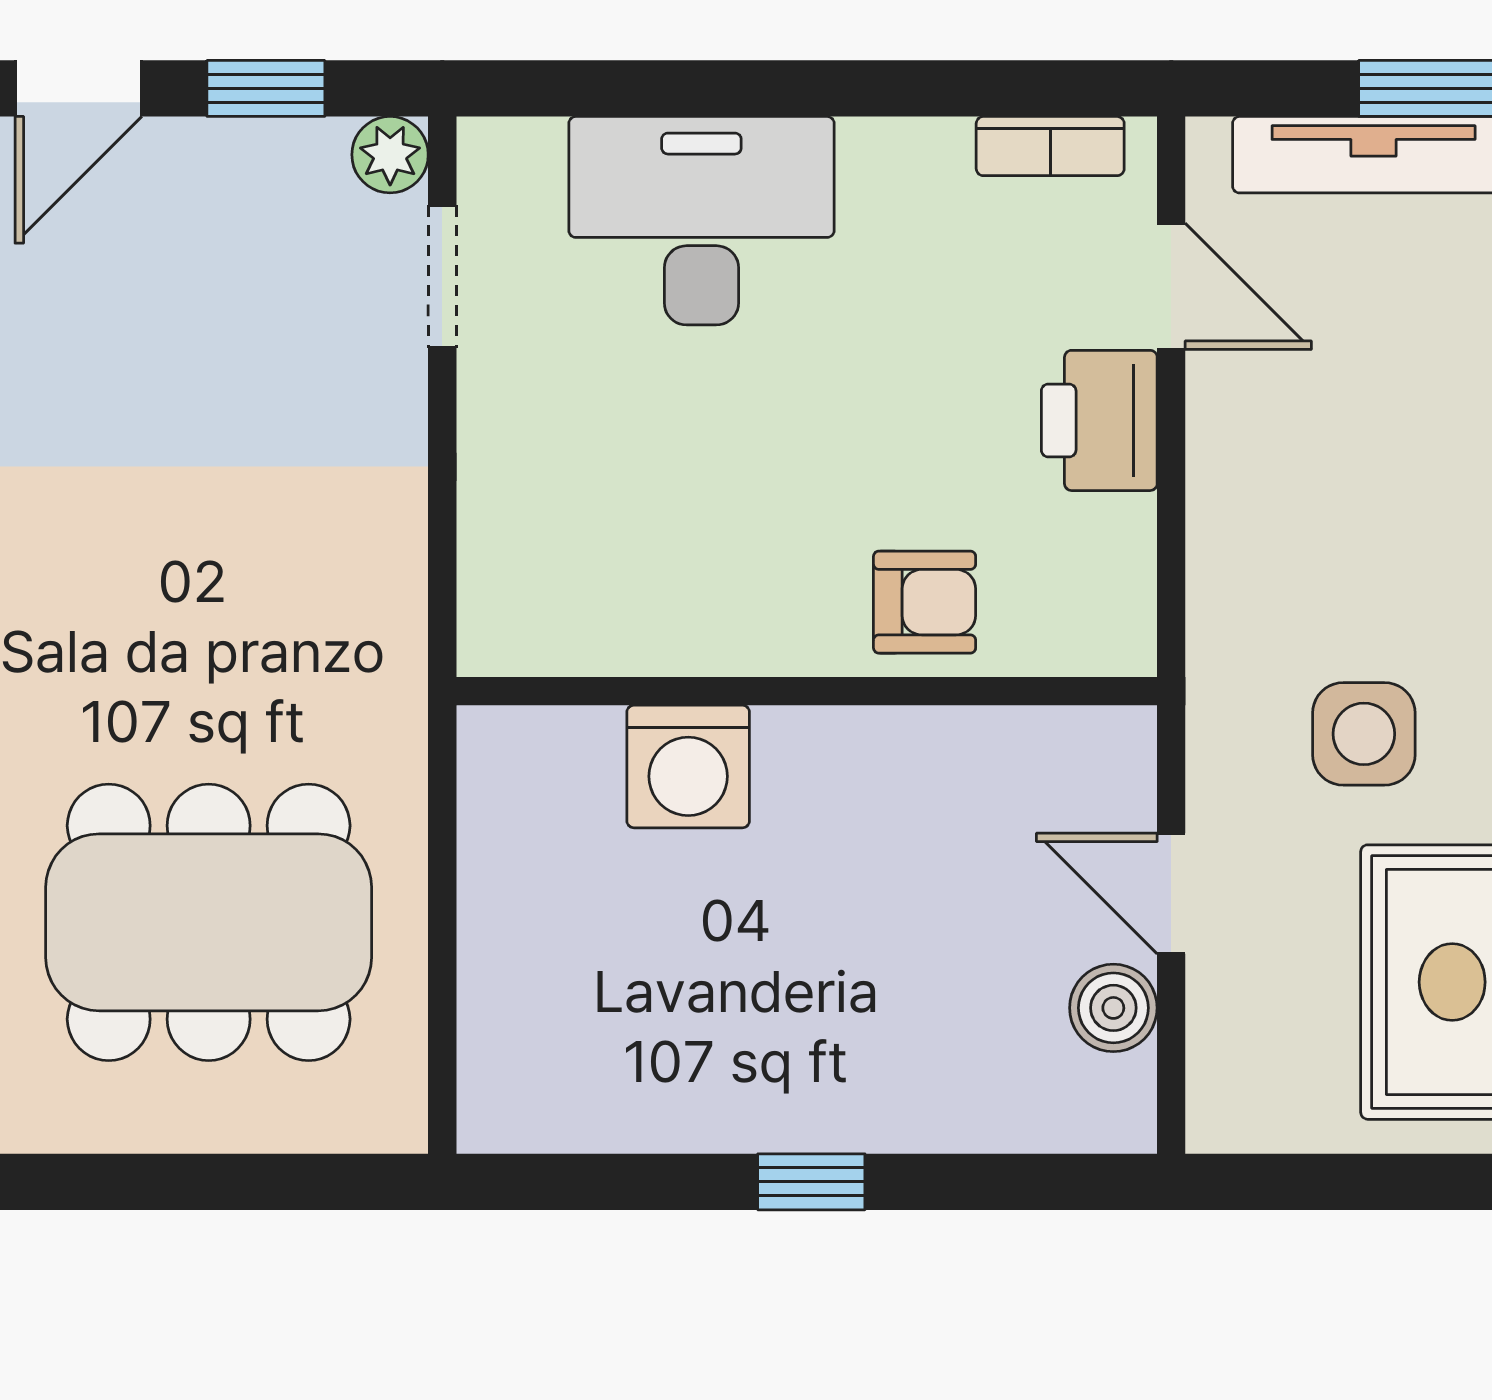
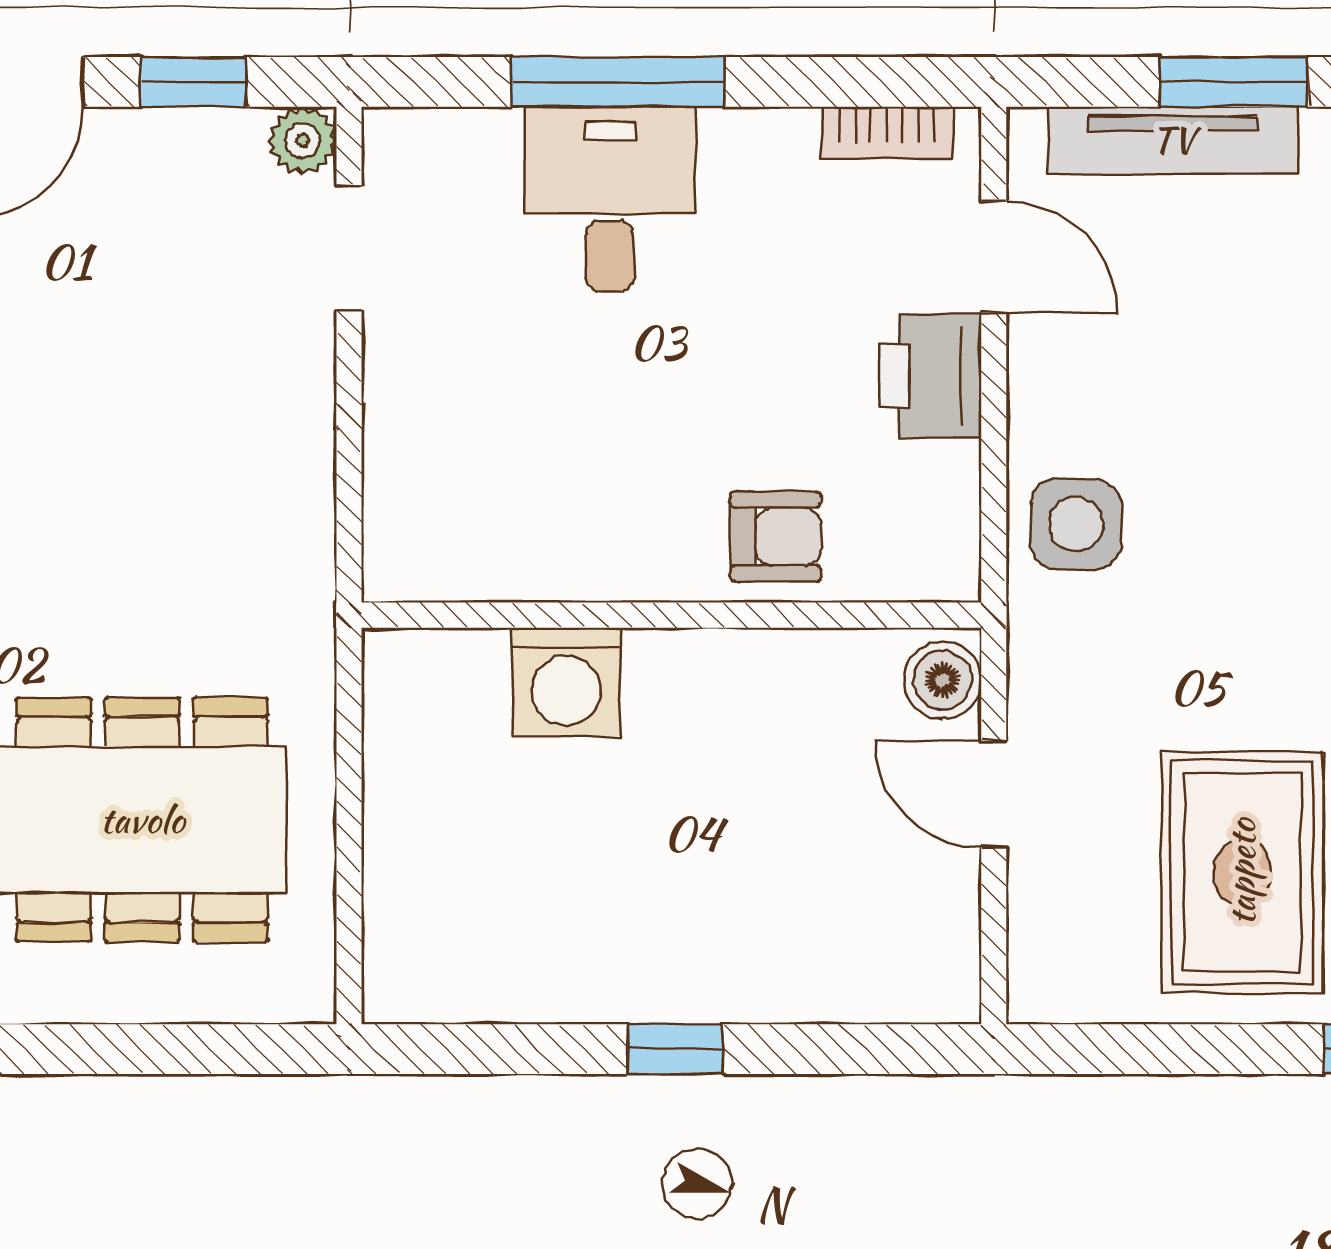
window: (747, 88) -> (618, 82), added
desk: (701, 221) -> (610, 199), width x0.73
side table: (1364, 734) -> (1076, 524), moved
boiler: (1113, 1008) -> (943, 680), moved

